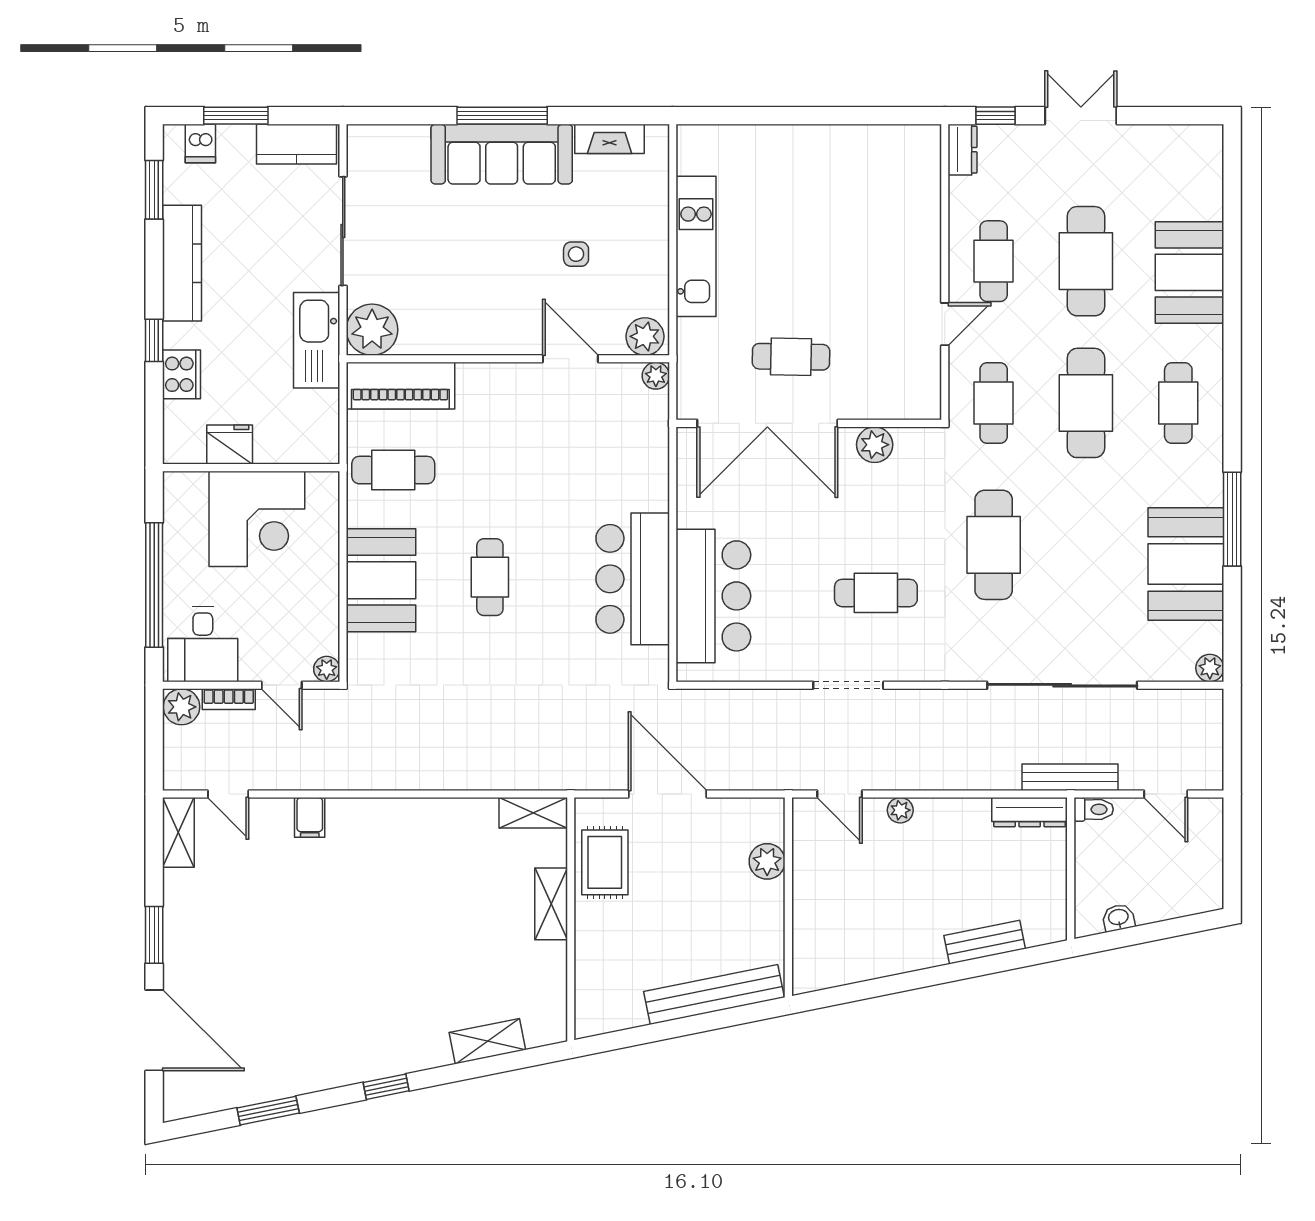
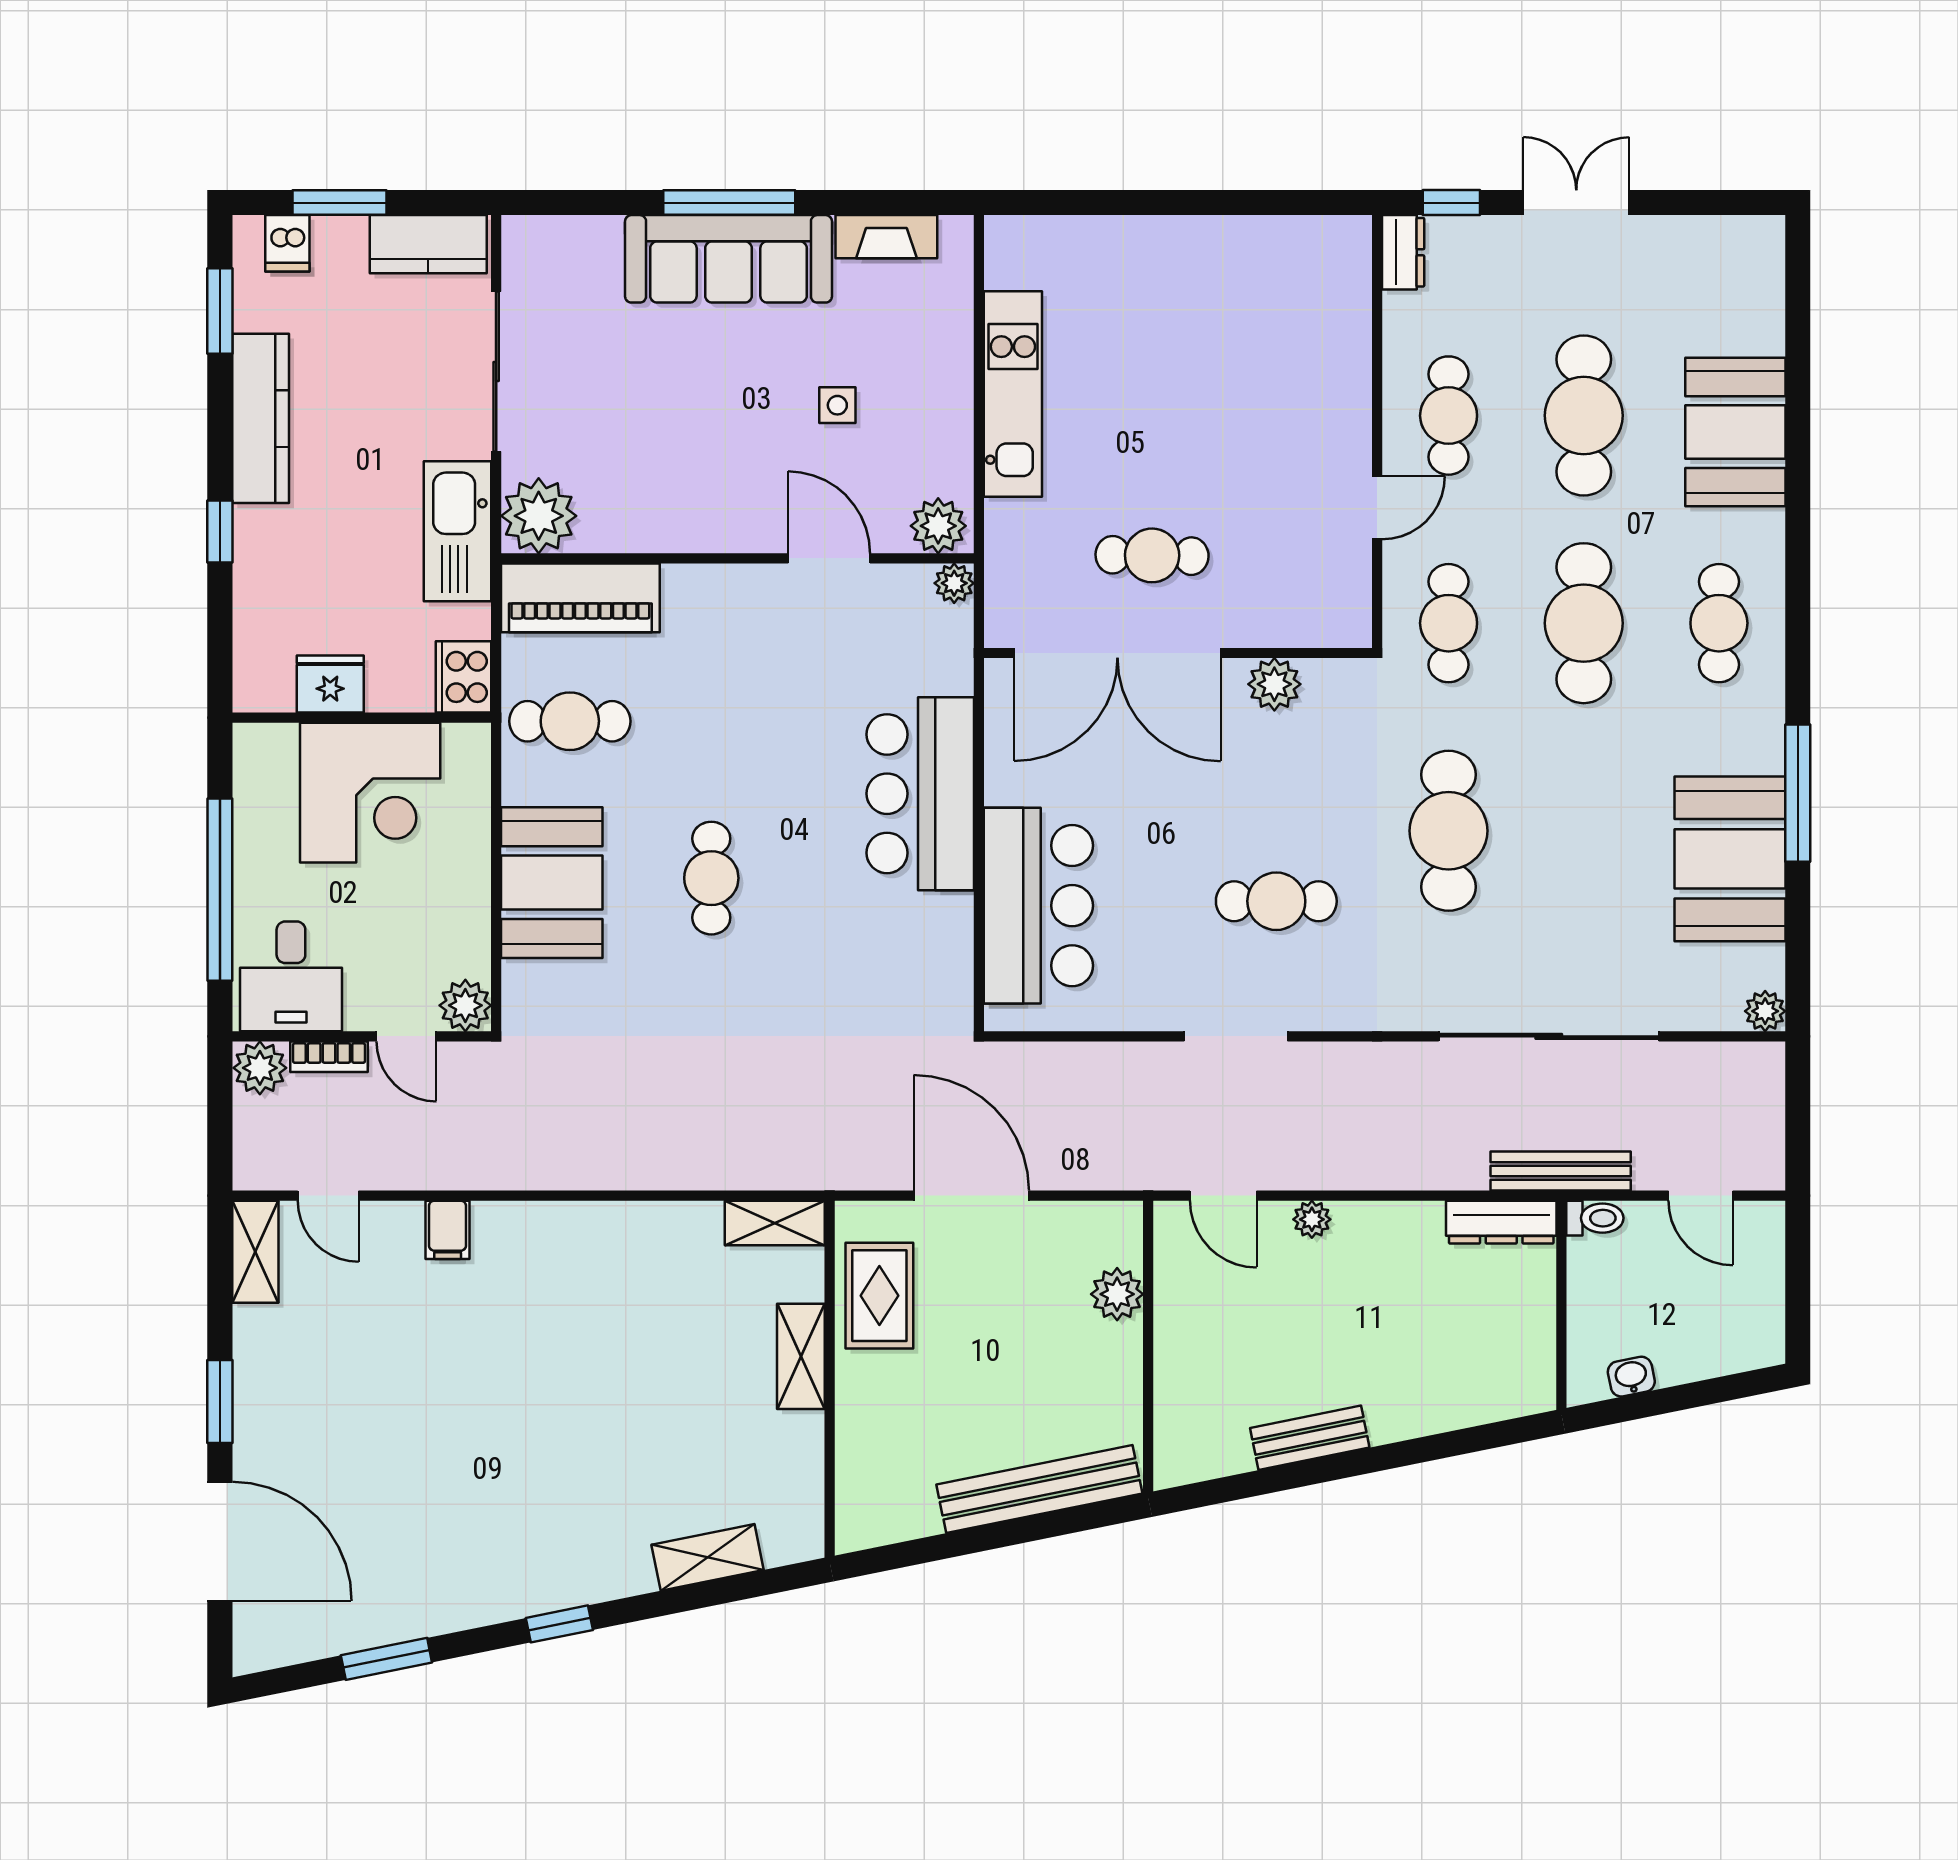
cooker: (182, 374) -> (463, 677), moved, turned 180
bar counter: (633, 579) -> (920, 794), moved
plant: (327, 669) -> (465, 1005), width x1.38, depth x1.38
bench: (985, 942) -> (1310, 1438), moved

